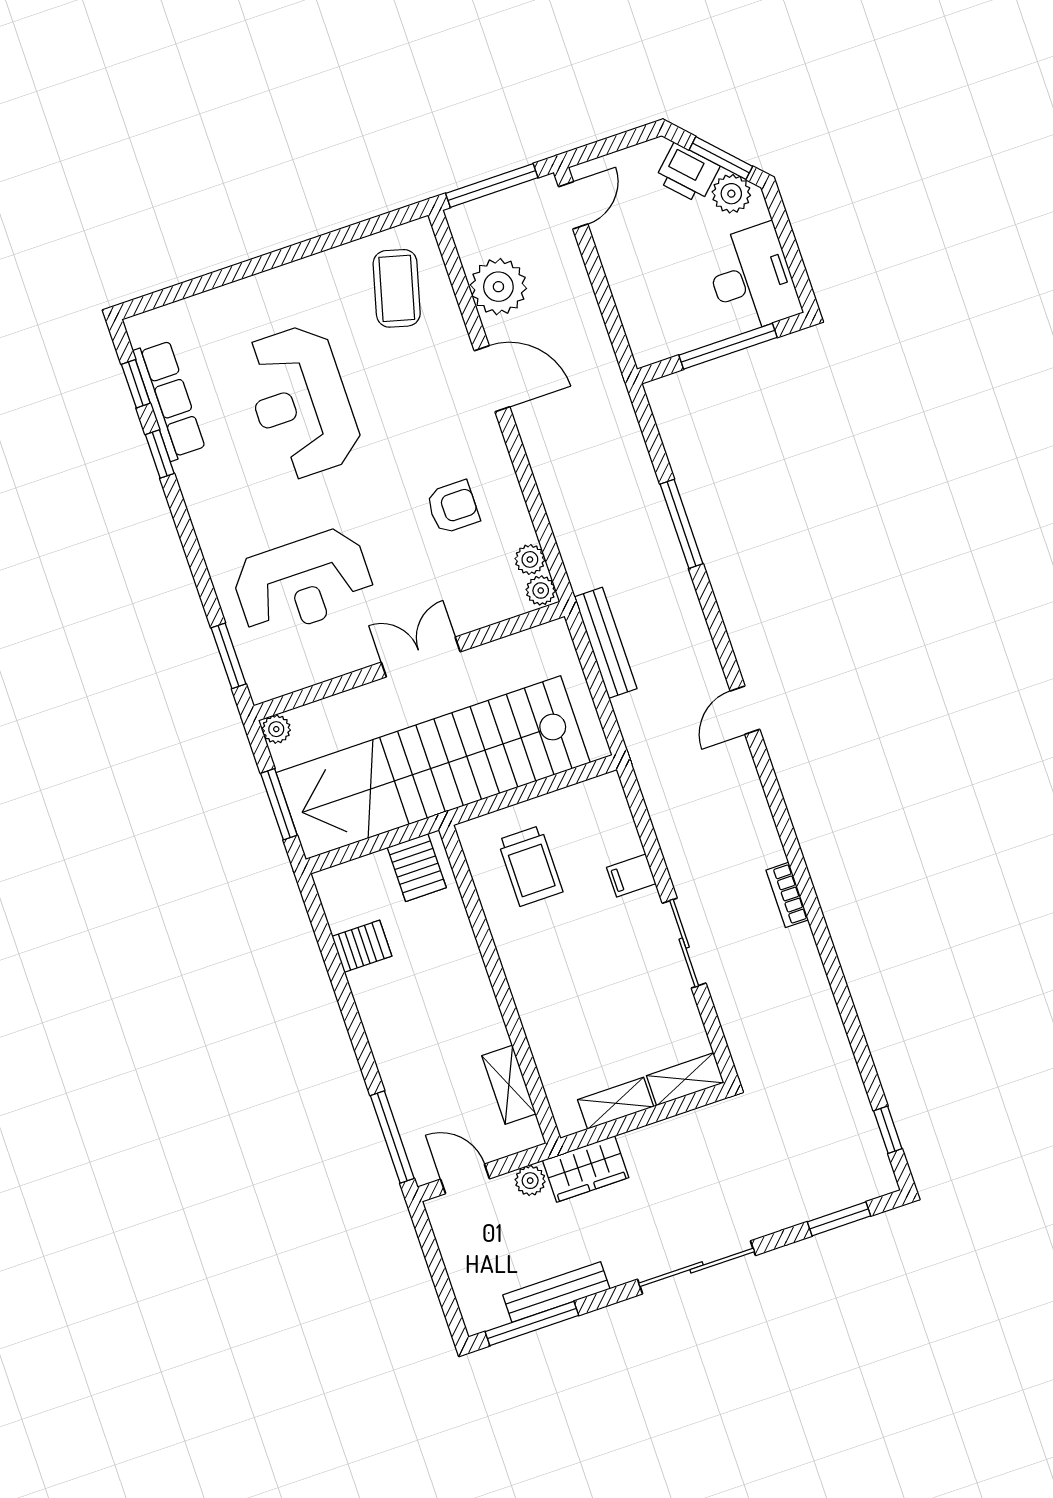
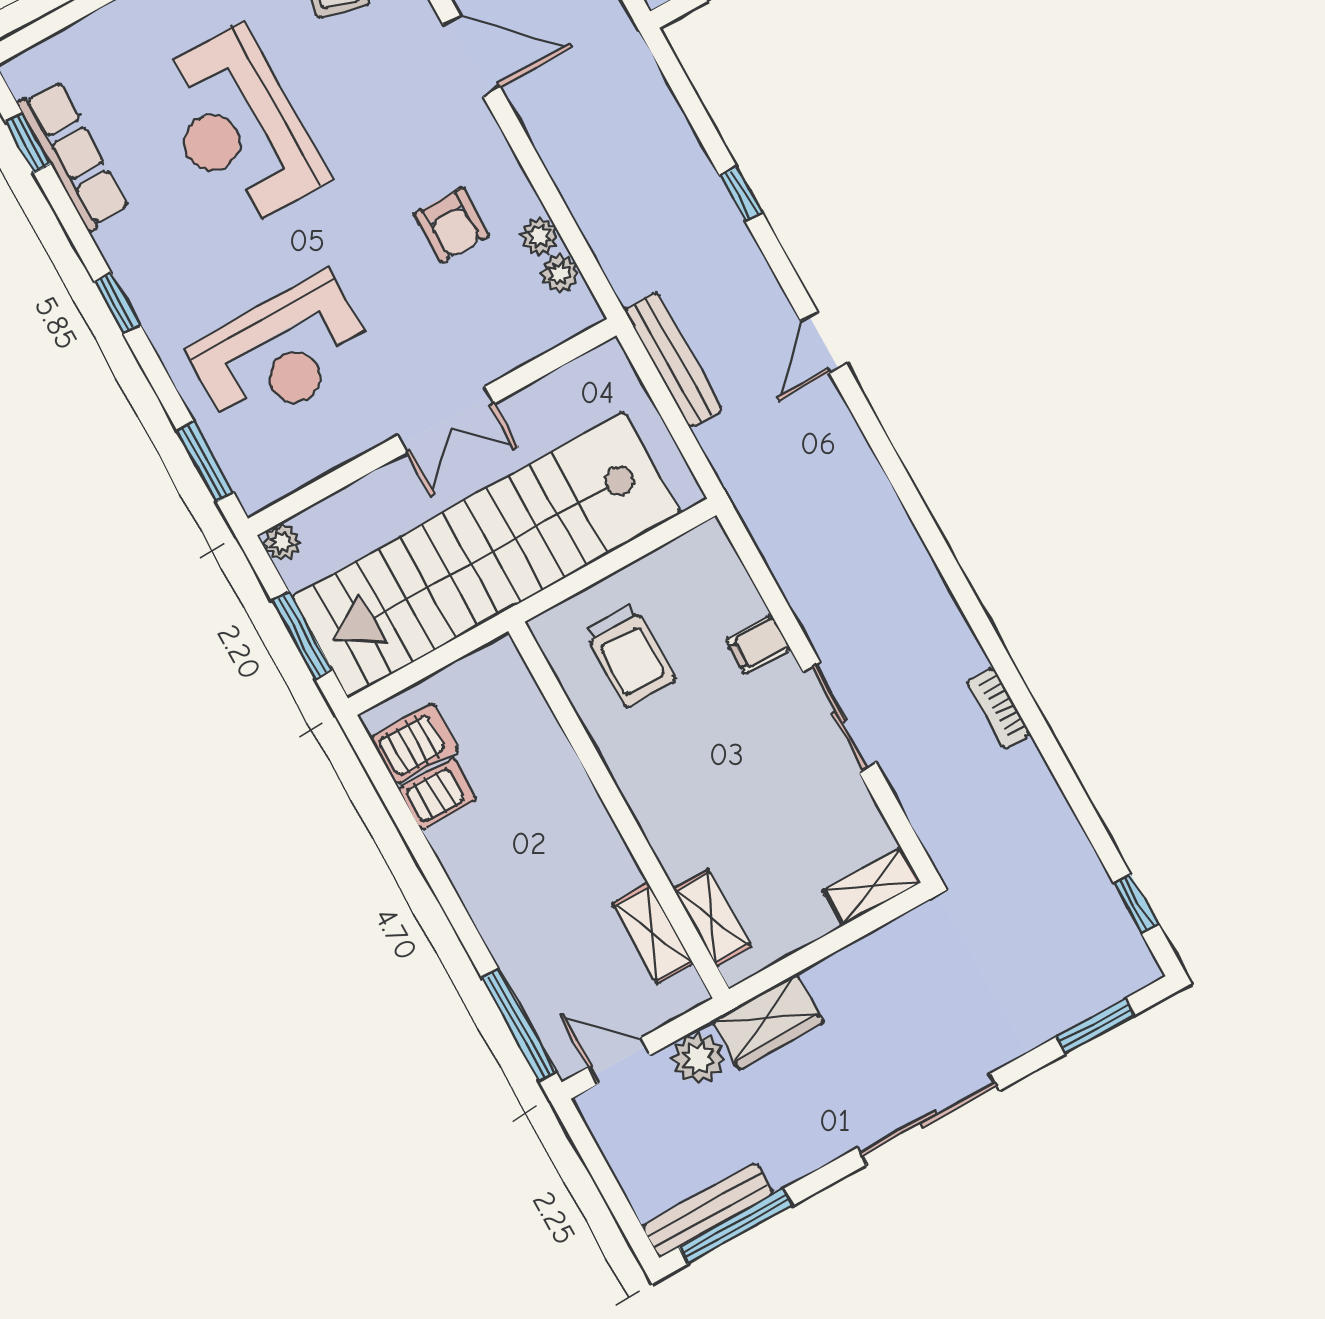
window: (160, 454) -> (117, 303), moved
armchair: (453, 507) -> (452, 225), turned 90
window: (682, 524) -> (741, 194), width x0.46
plant: (541, 590) -> (540, 236), moved
double door: (421, 657) -> (446, 420), swing flipped
door: (745, 710) -> (823, 342), moved
server rack: (417, 868) -> (414, 744), moved, turned -90
bookcase: (787, 895) -> (999, 708), moved
shelving: (616, 1103) -> (712, 918), moved, turned 90
plant: (530, 1181) -> (698, 1058), width x1.38, depth x1.38
bench: (556, 1292) -> (708, 1210), moved

